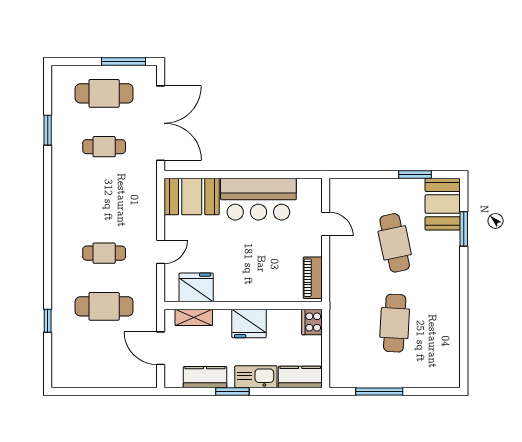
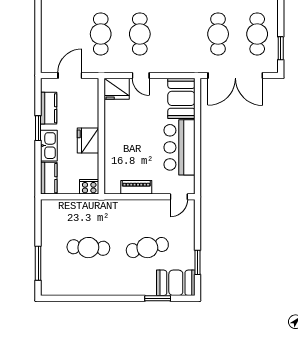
window: (124, 61) -> (281, 48), width x0.69
cafe table: (104, 147) -> (218, 34), width x1.37, depth x1.35
door: (326, 224) -> (179, 197), moved
cafe table: (104, 253) -> (140, 34), width x1.37, depth x1.35
piano: (313, 278) -> (136, 187), moved
fridge: (196, 287) -> (117, 89), moved, turned 90
shelving: (194, 317) -> (93, 100), removed
window: (379, 392) -> (38, 263), moved

